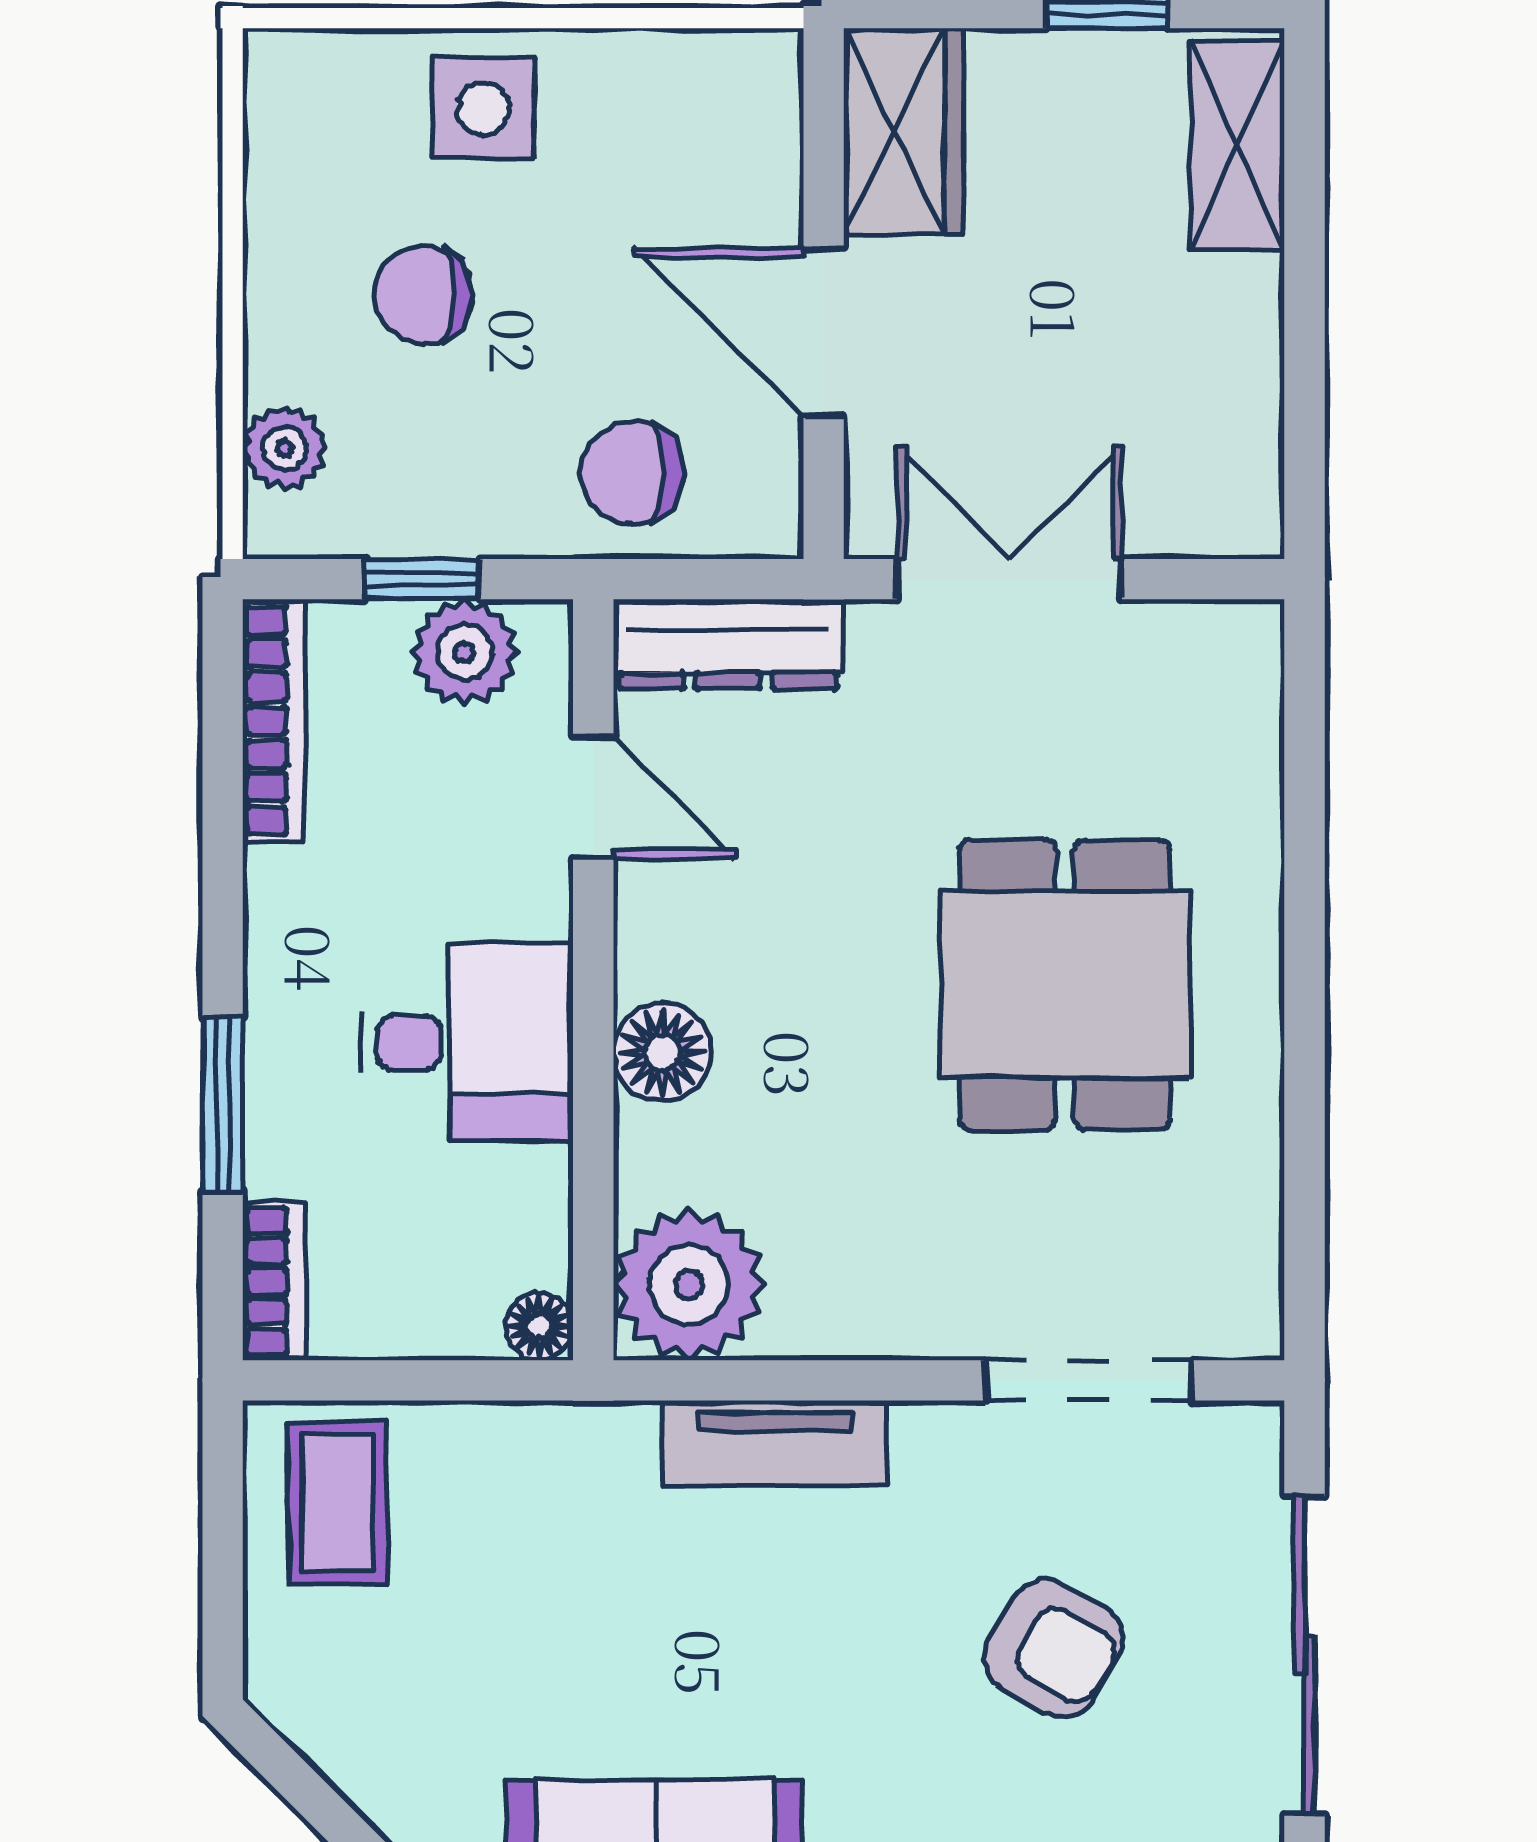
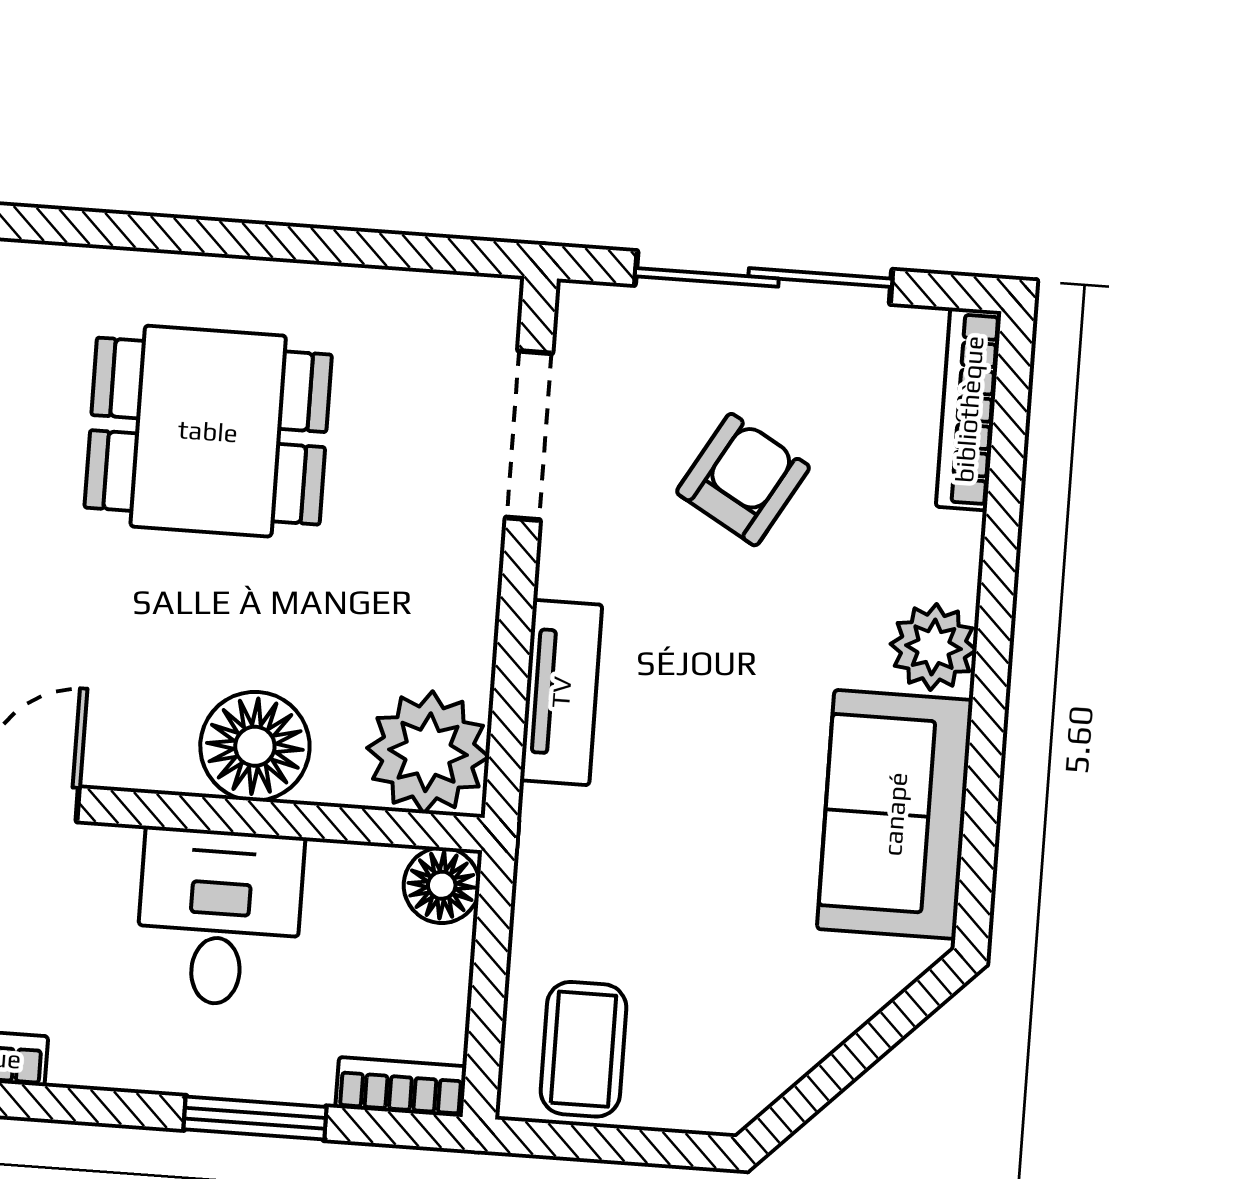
floor lamp: (662, 1052) -> (255, 746), width x1.38, depth x1.38
floor lamp: (539, 1326) -> (442, 885), width x1.37, depth x1.37
coffee table: (337, 1503) -> (583, 1049), turned 90

